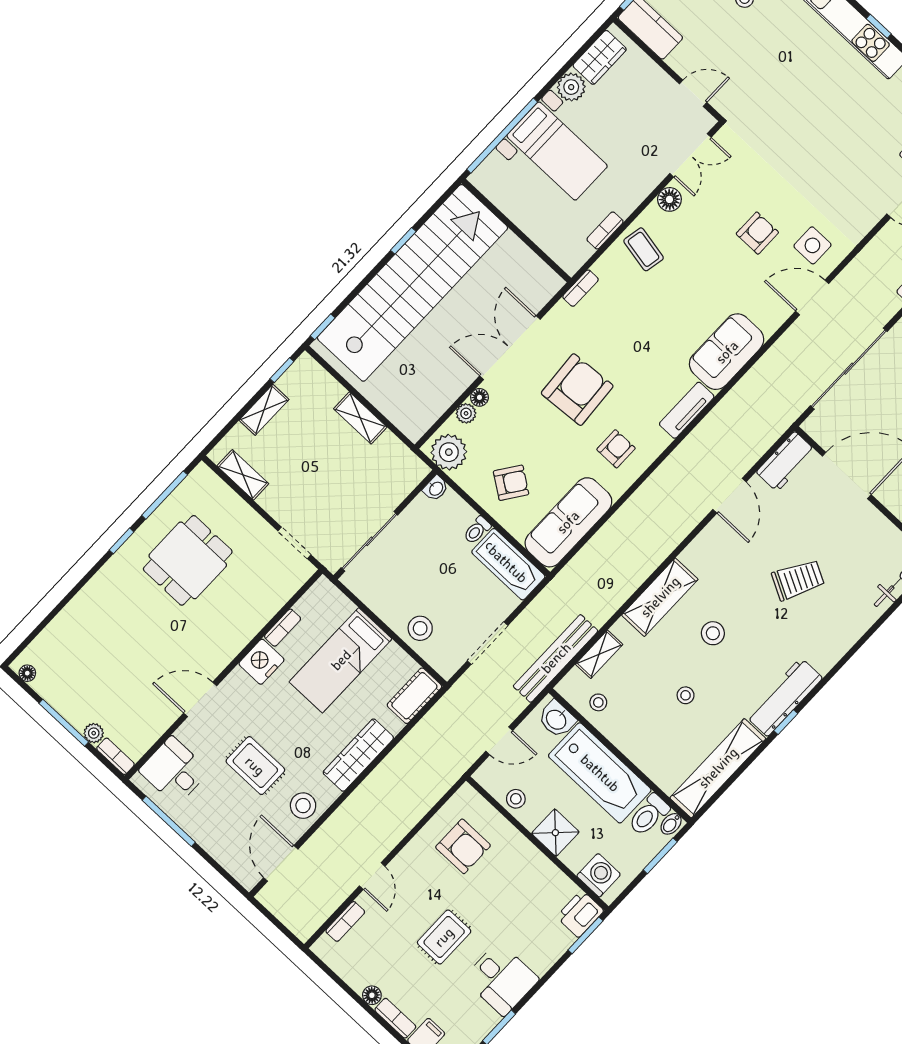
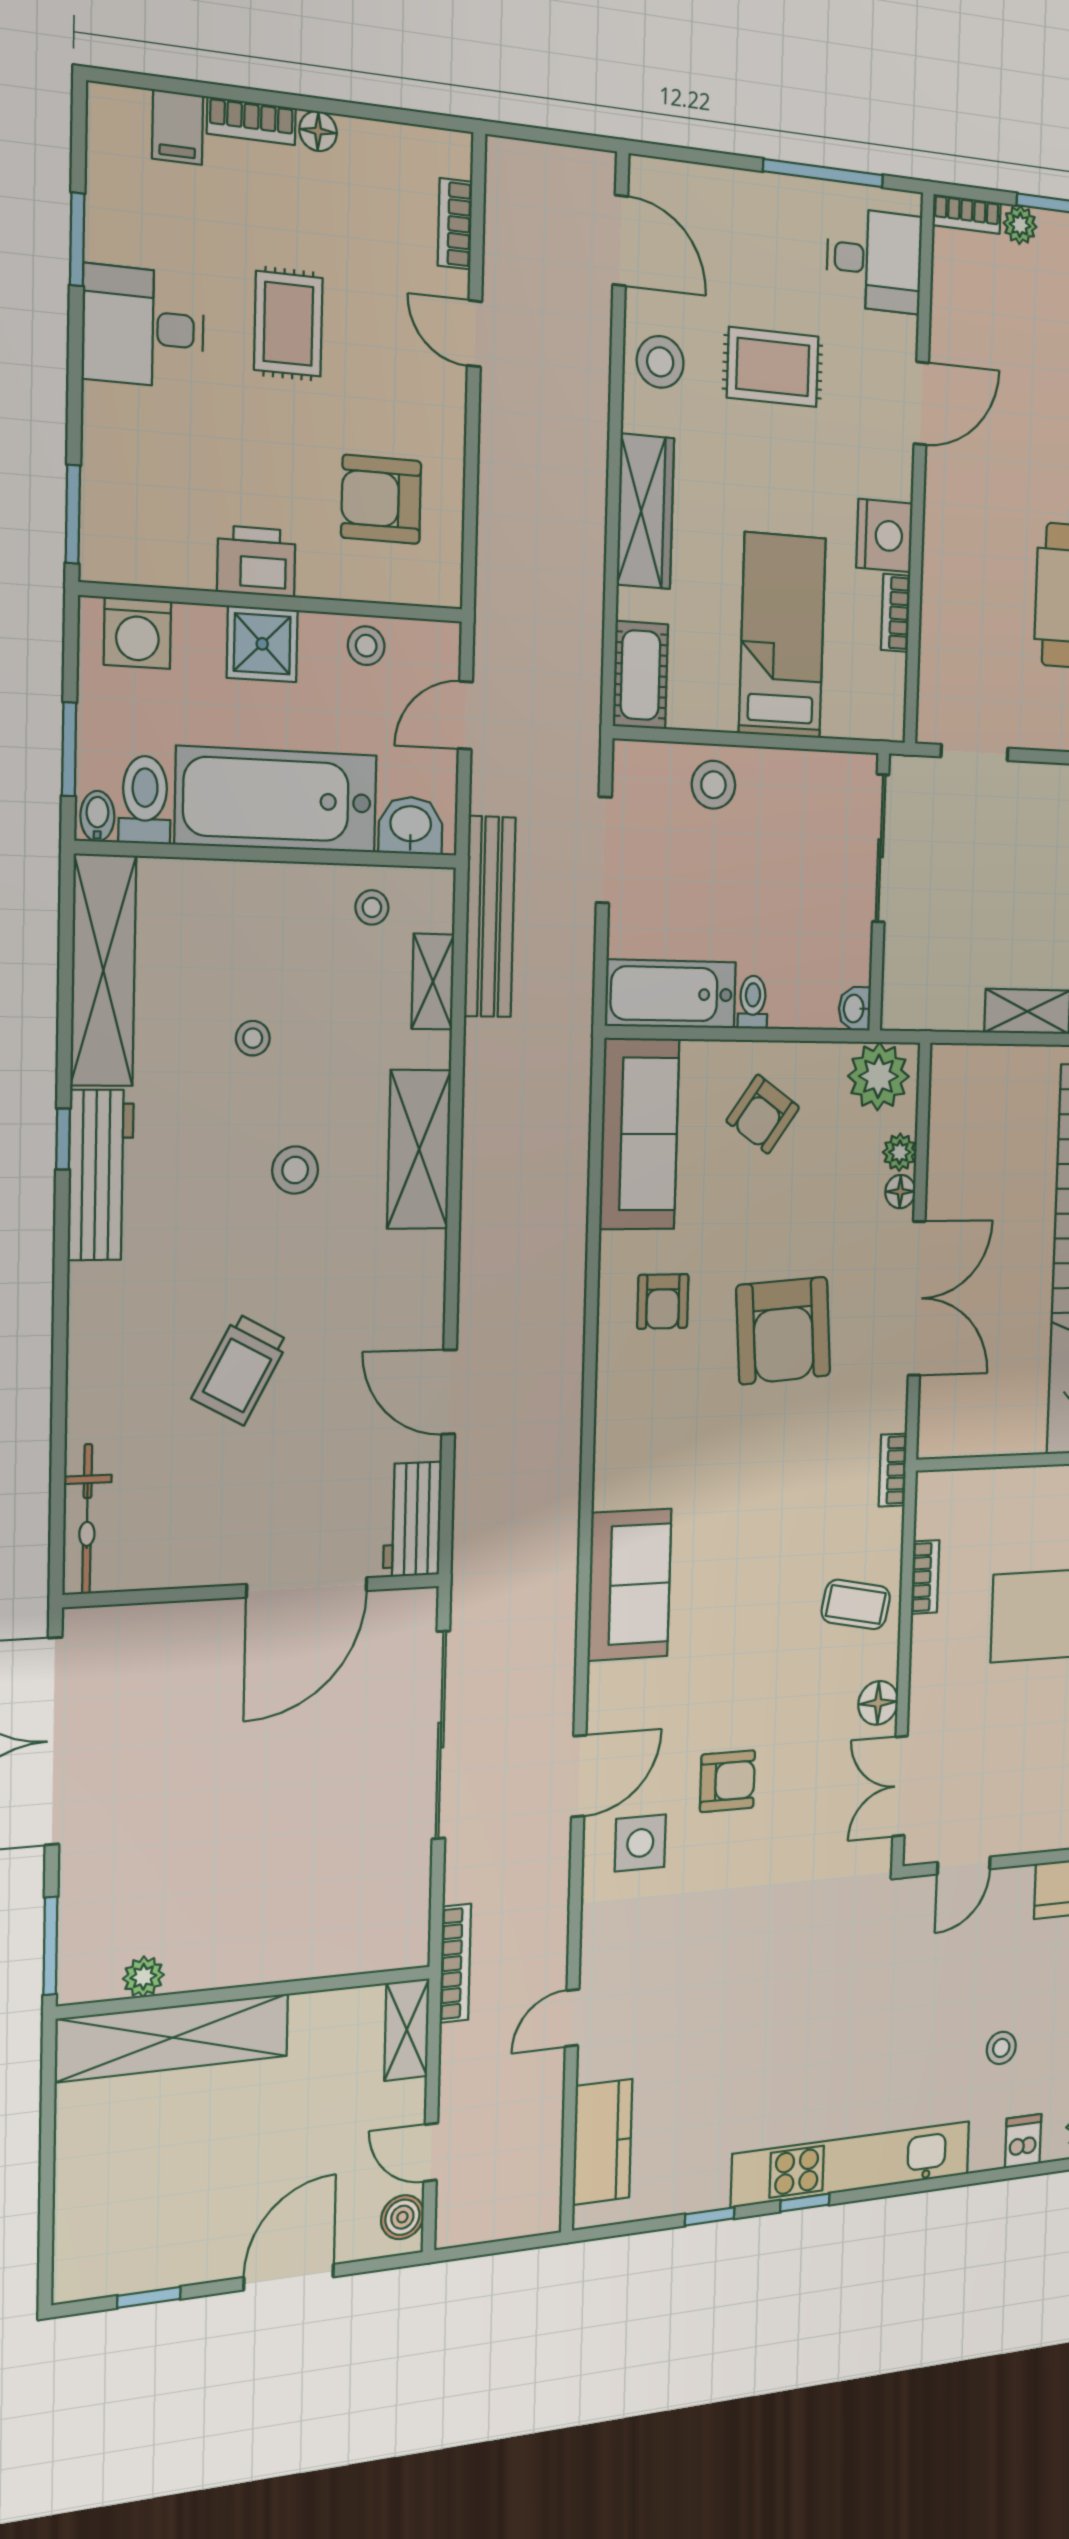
armchair: (757, 233) -> (727, 1781), turned -90
tv unit: (687, 410) -> (613, 1451), removed
printer: (580, 914) -> (256, 561), moved, turned -90

